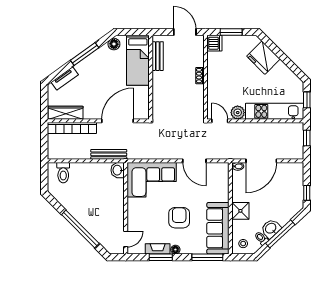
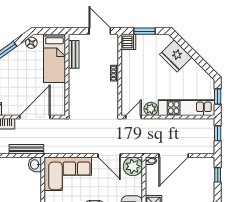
door: (220, 121) -> (133, 117), hinge flipped
plant: (219, 172) -> (133, 166), added
window: (307, 193) -> (218, 175), moved

